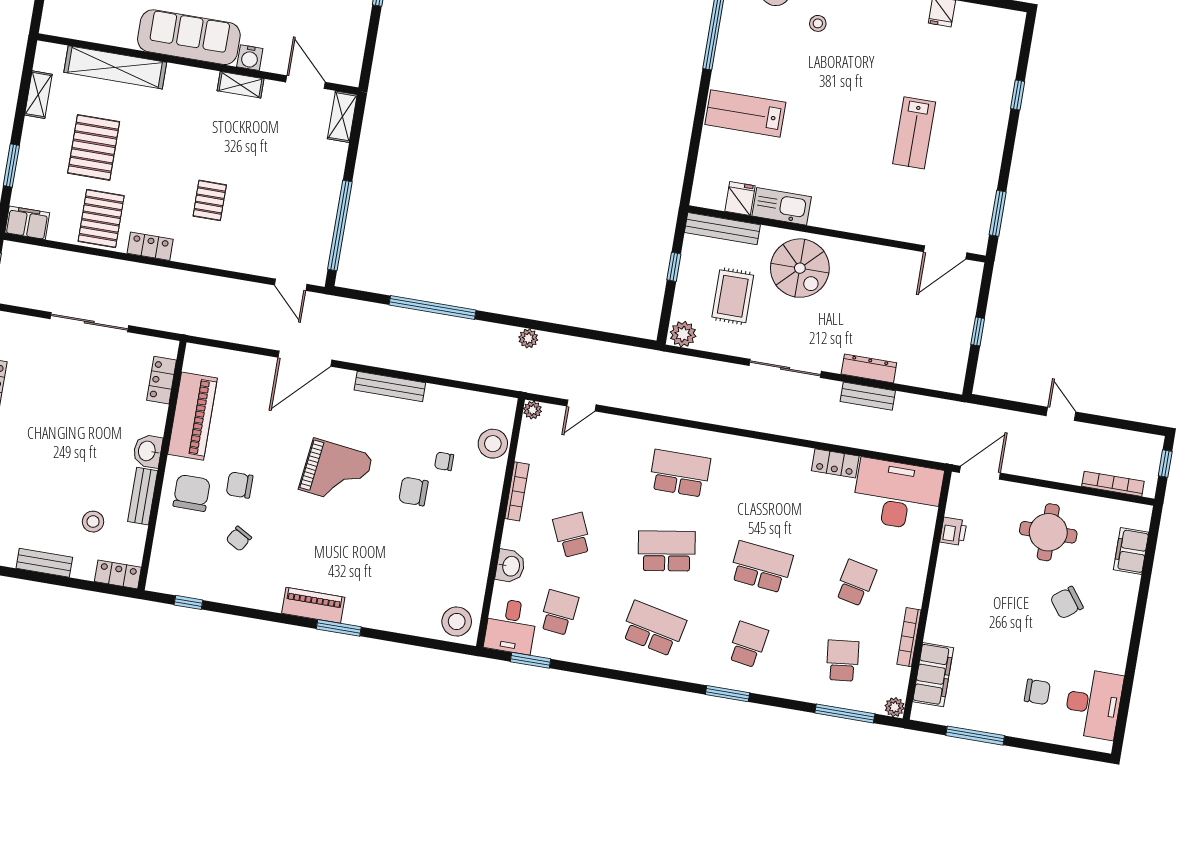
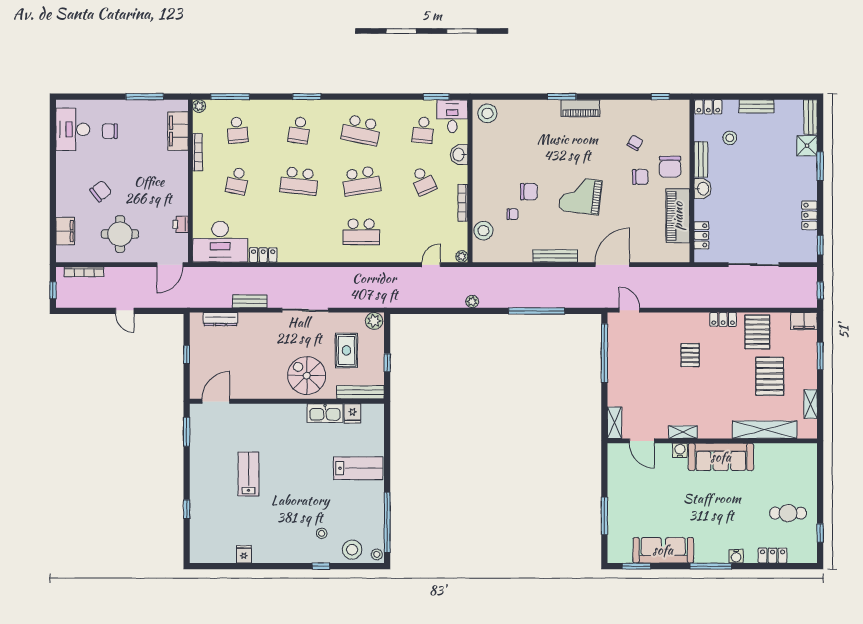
dresser: (869, 368) -> (220, 319), moved

